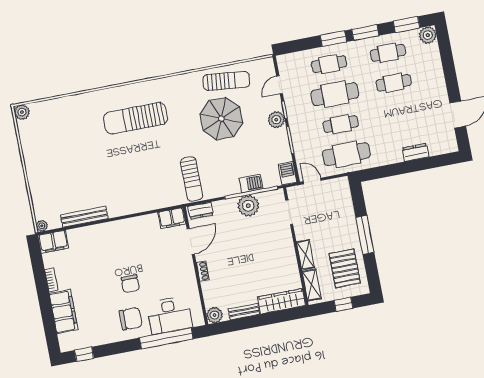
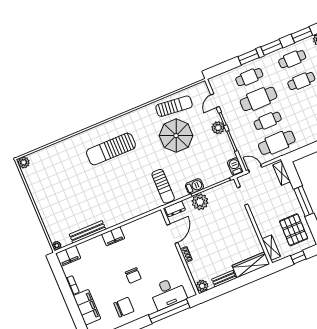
barbecue: (251, 183) -> (194, 186), moved
plant: (248, 206) -> (200, 202), moved
filing cabinet: (172, 218) -> (113, 236), moved
shelving: (306, 255) -> (282, 173), moved
chair: (131, 319) -> (124, 307), moved

